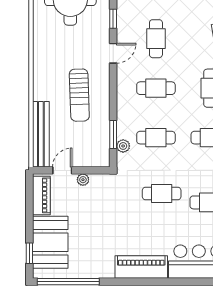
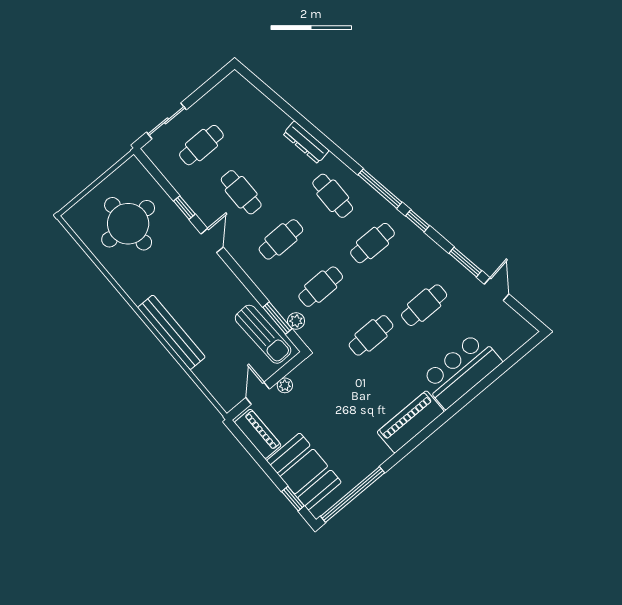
sun lounger: (79, 95) -> (263, 334), moved
bench: (41, 134) -> (171, 332), moved

